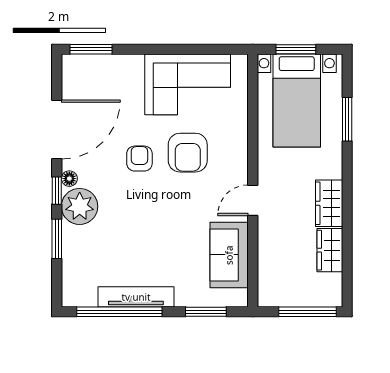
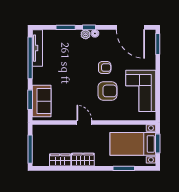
door: (57, 130) -> (130, 27), moved
armchair: (188, 153) -> (108, 91), turned 180
plant: (80, 206) -> (86, 34), width x0.53, depth x0.53
sofa: (229, 255) -> (42, 101), moved, turned 90
tv unit: (136, 297) -> (37, 48), moved

